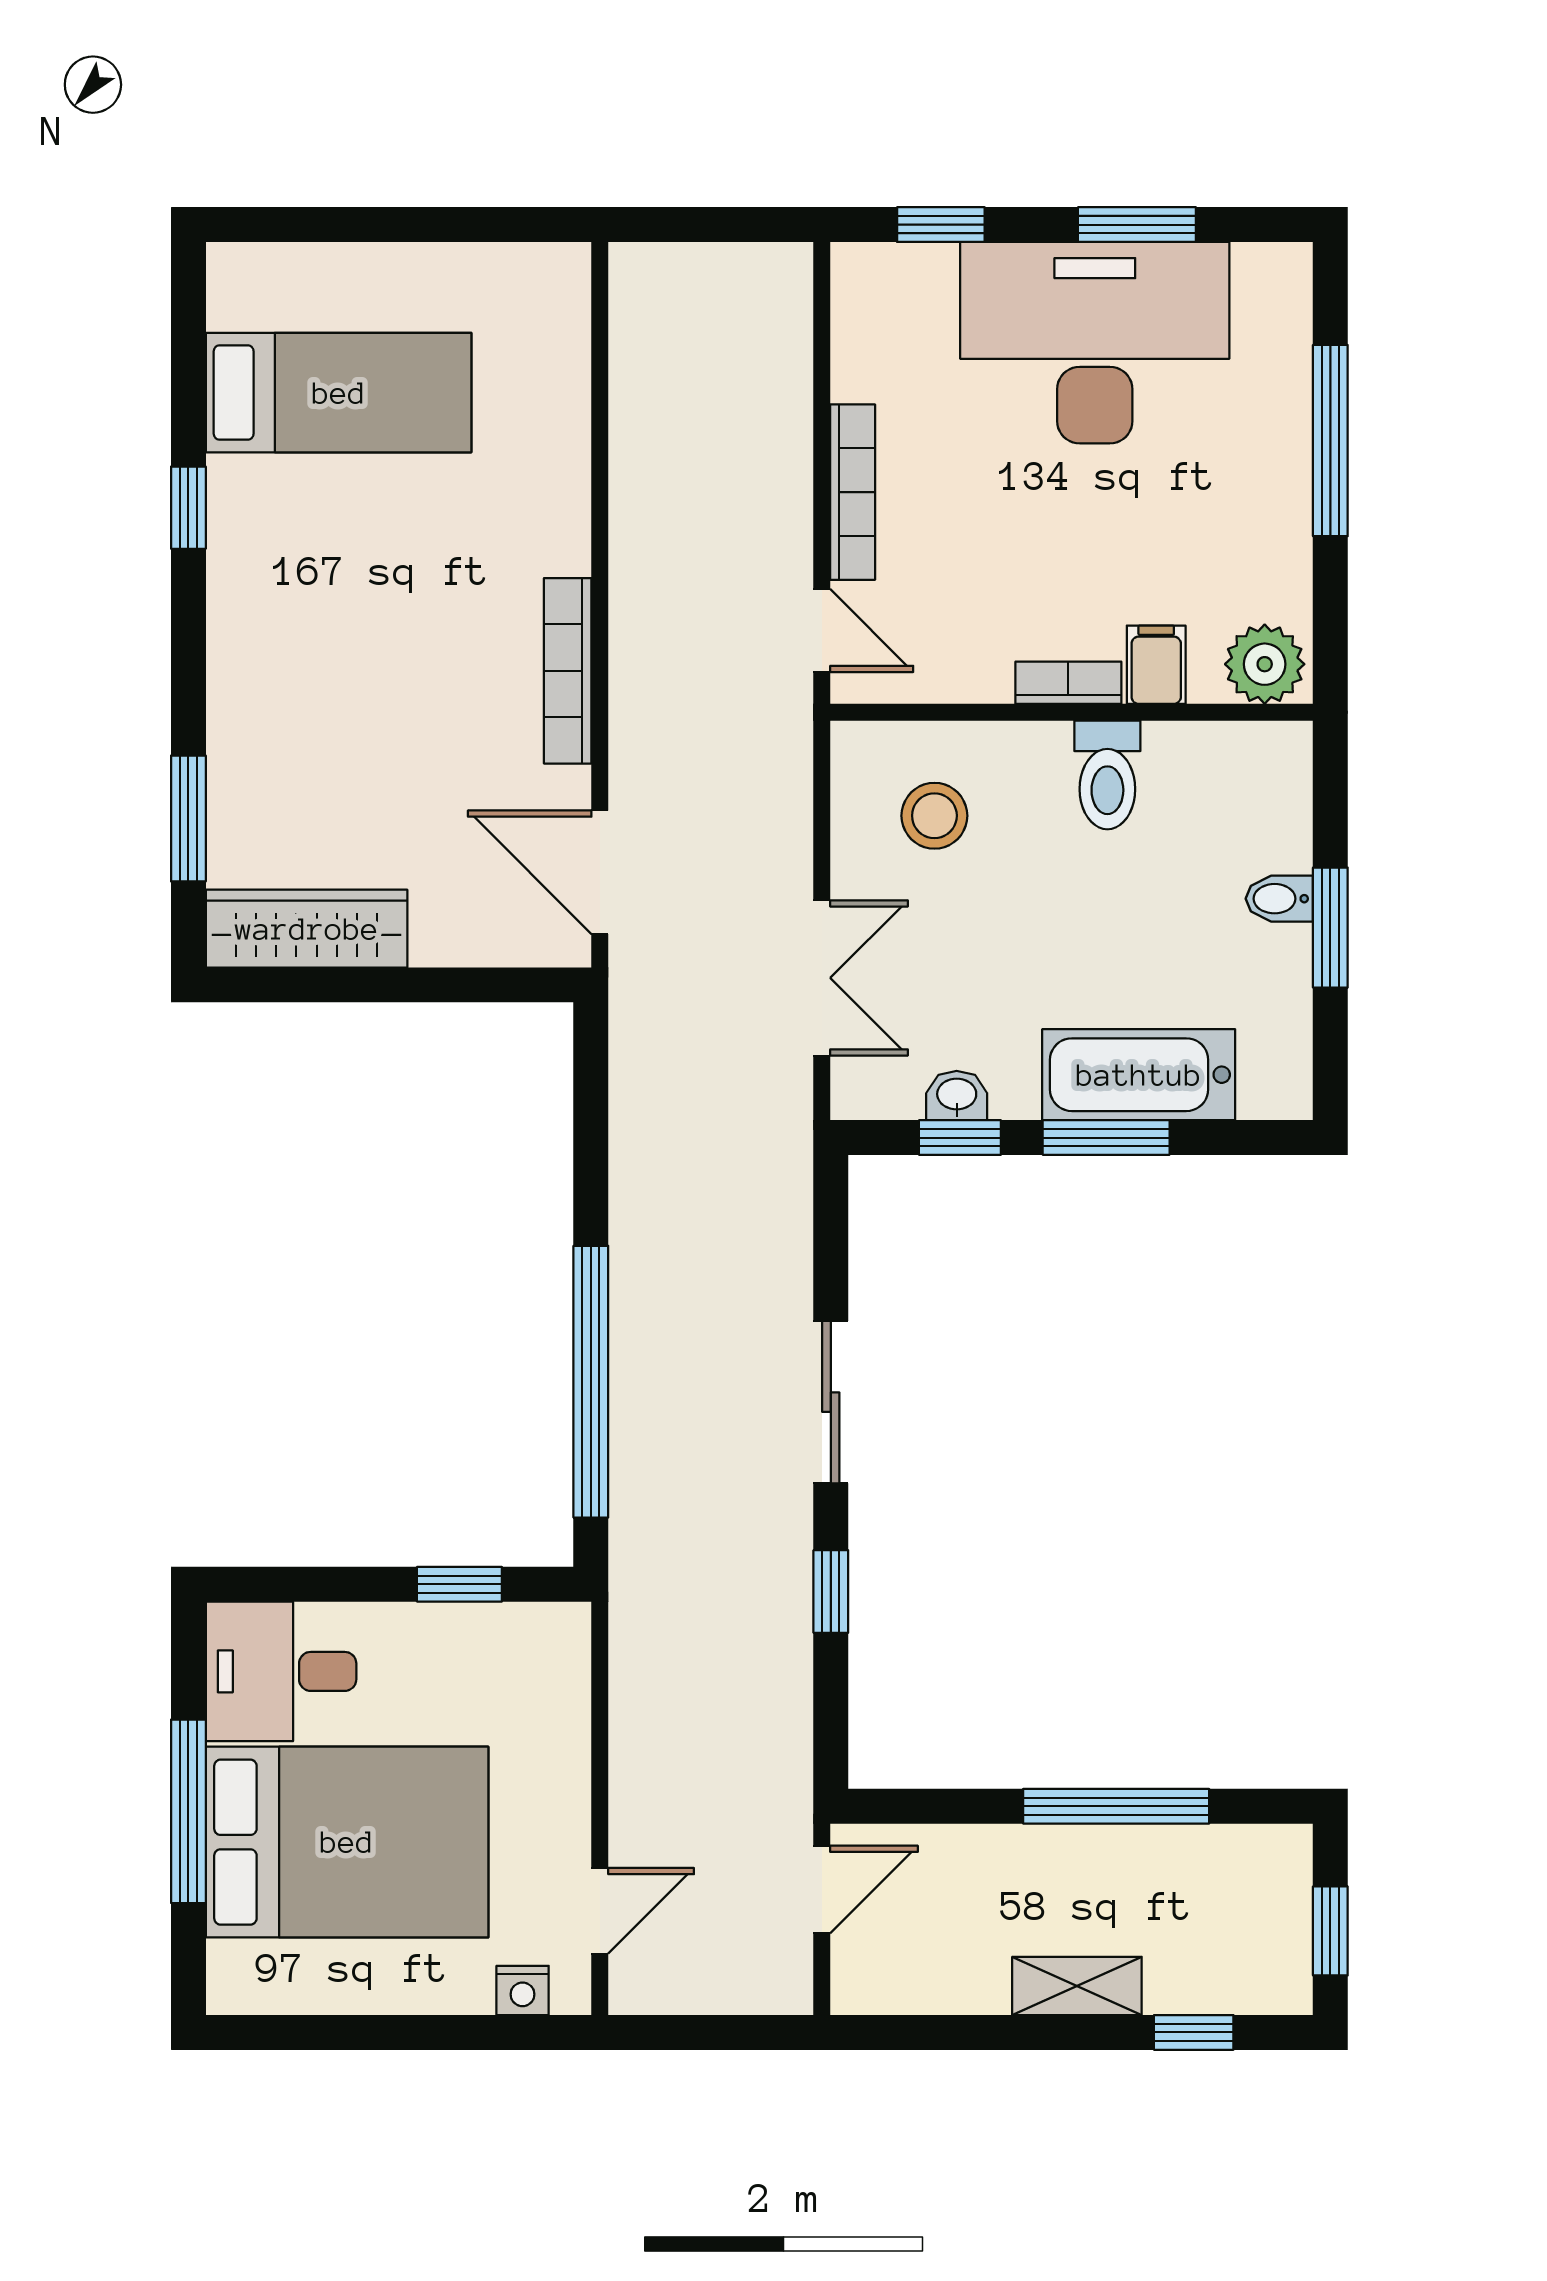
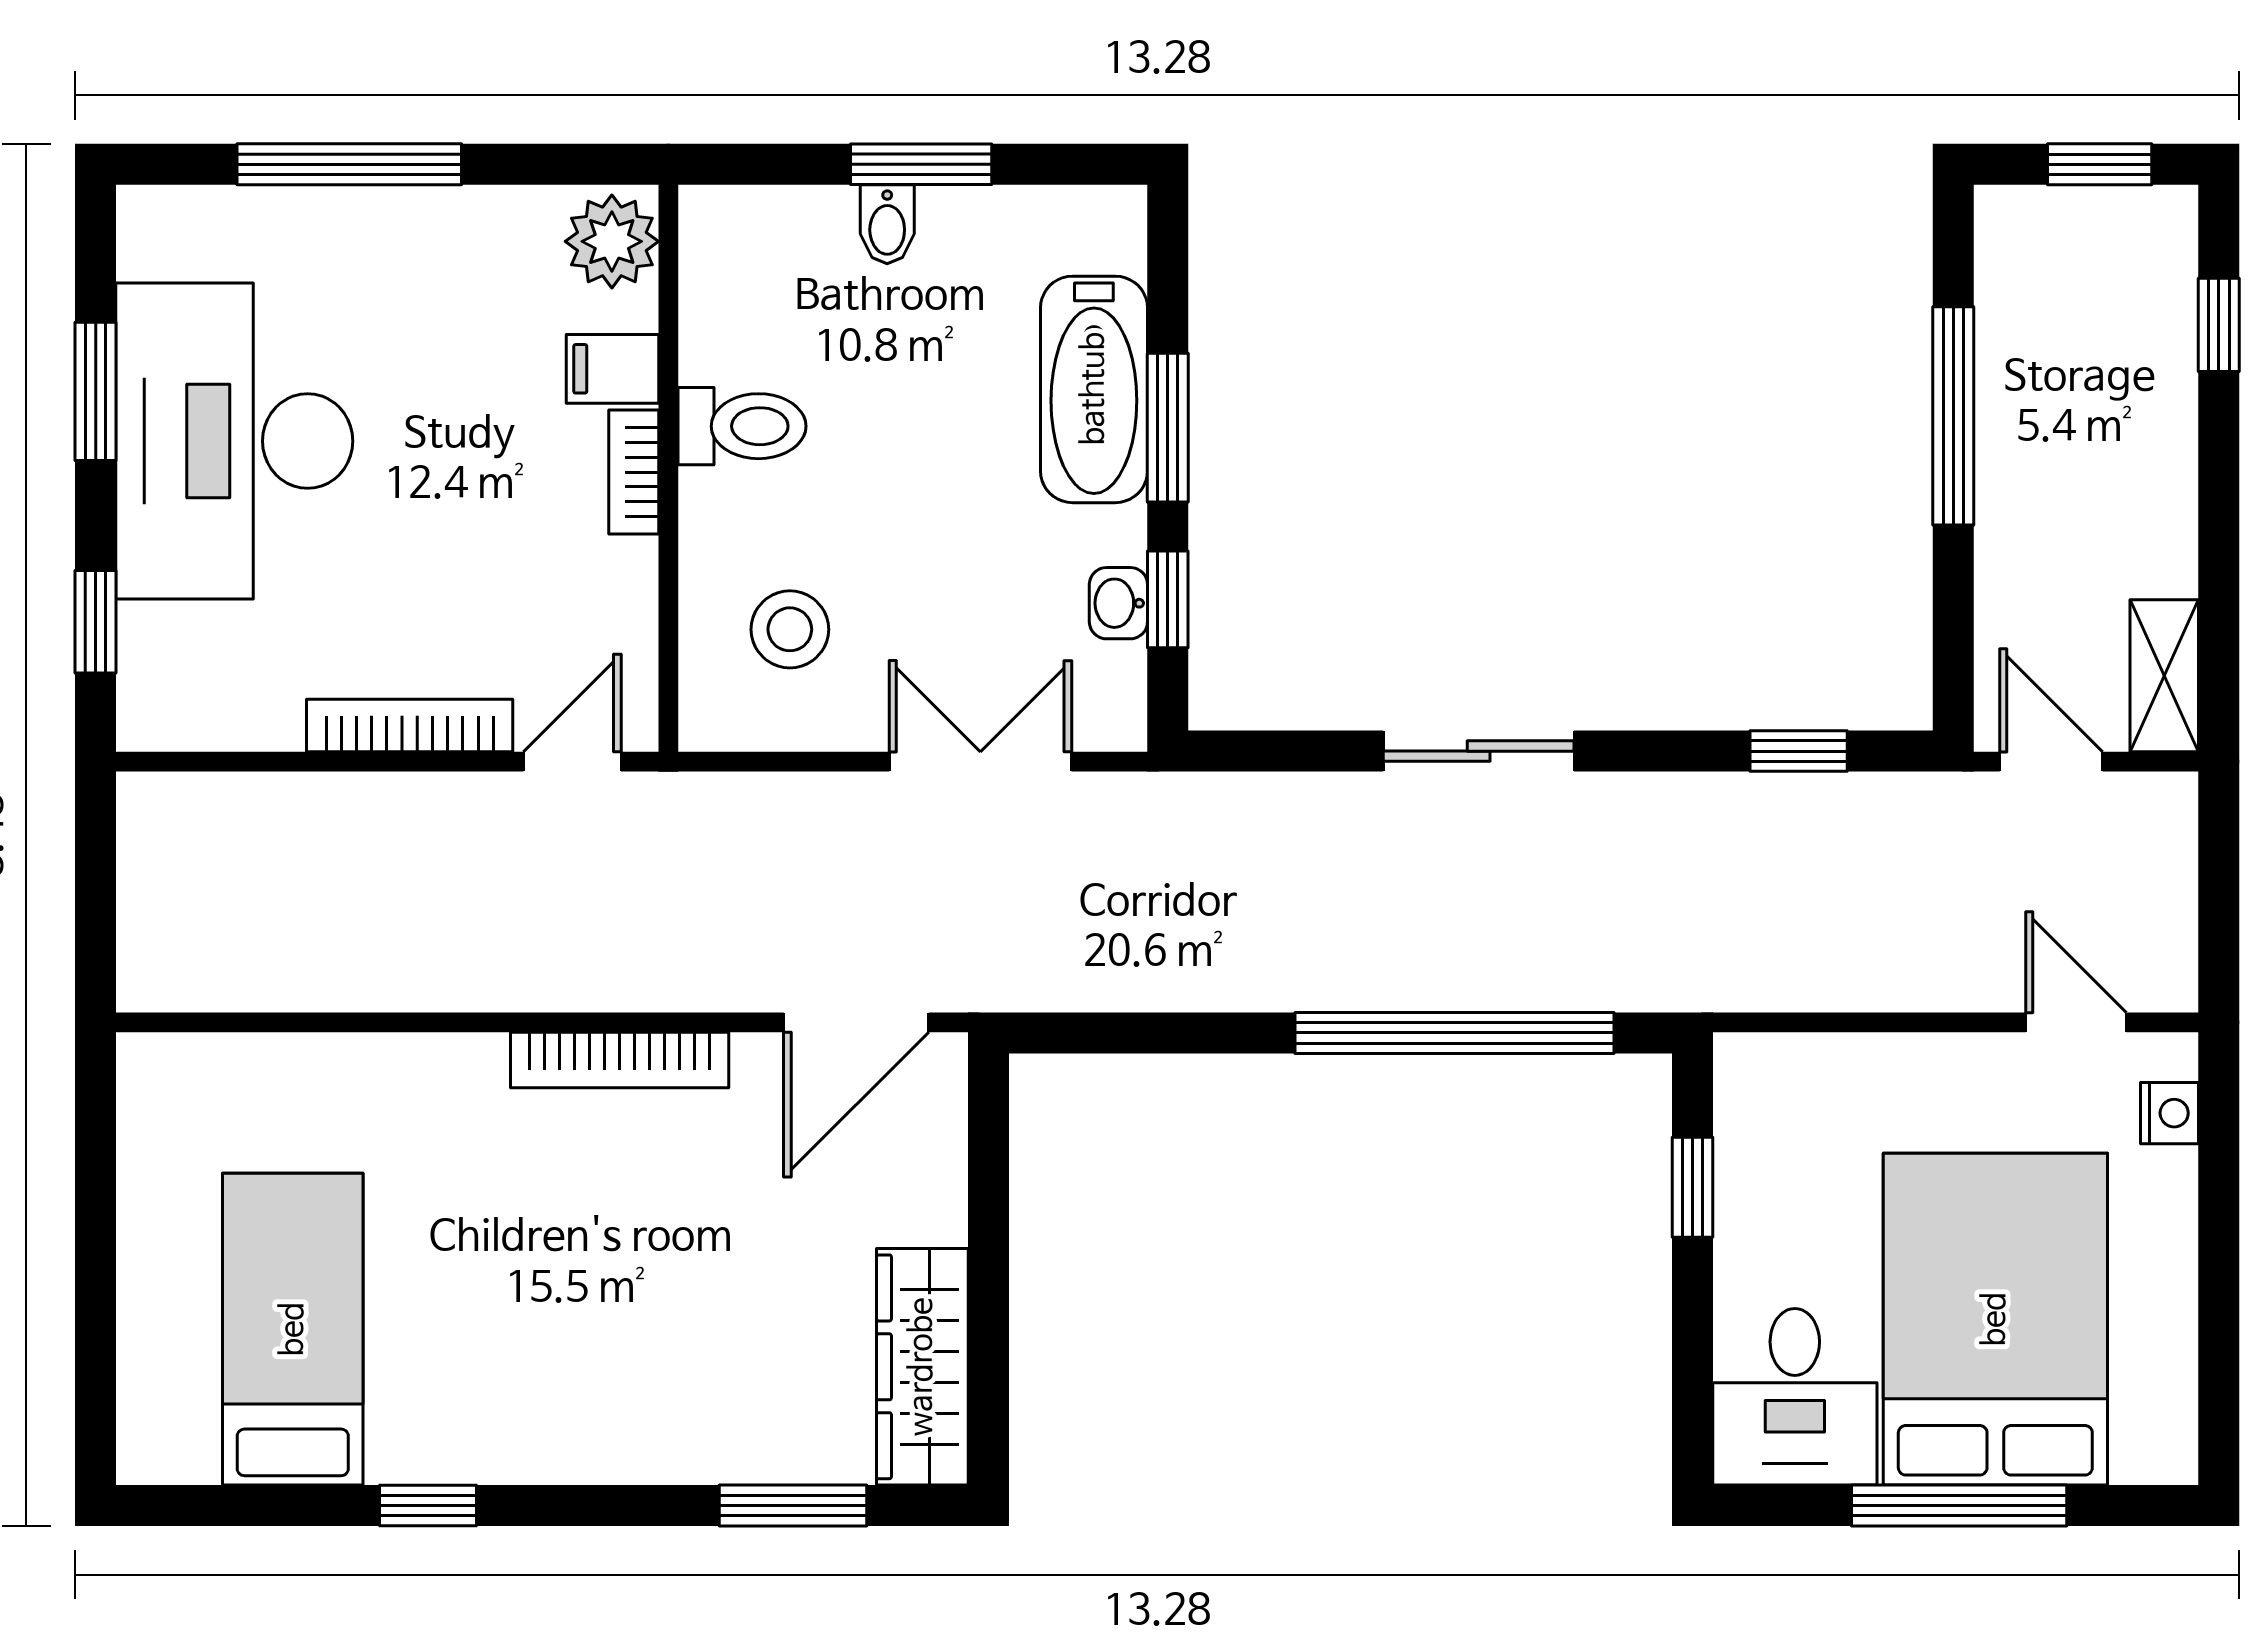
window: (831, 1592) -> (1799, 751), moved
shelving: (1077, 1986) -> (2164, 676), moved

